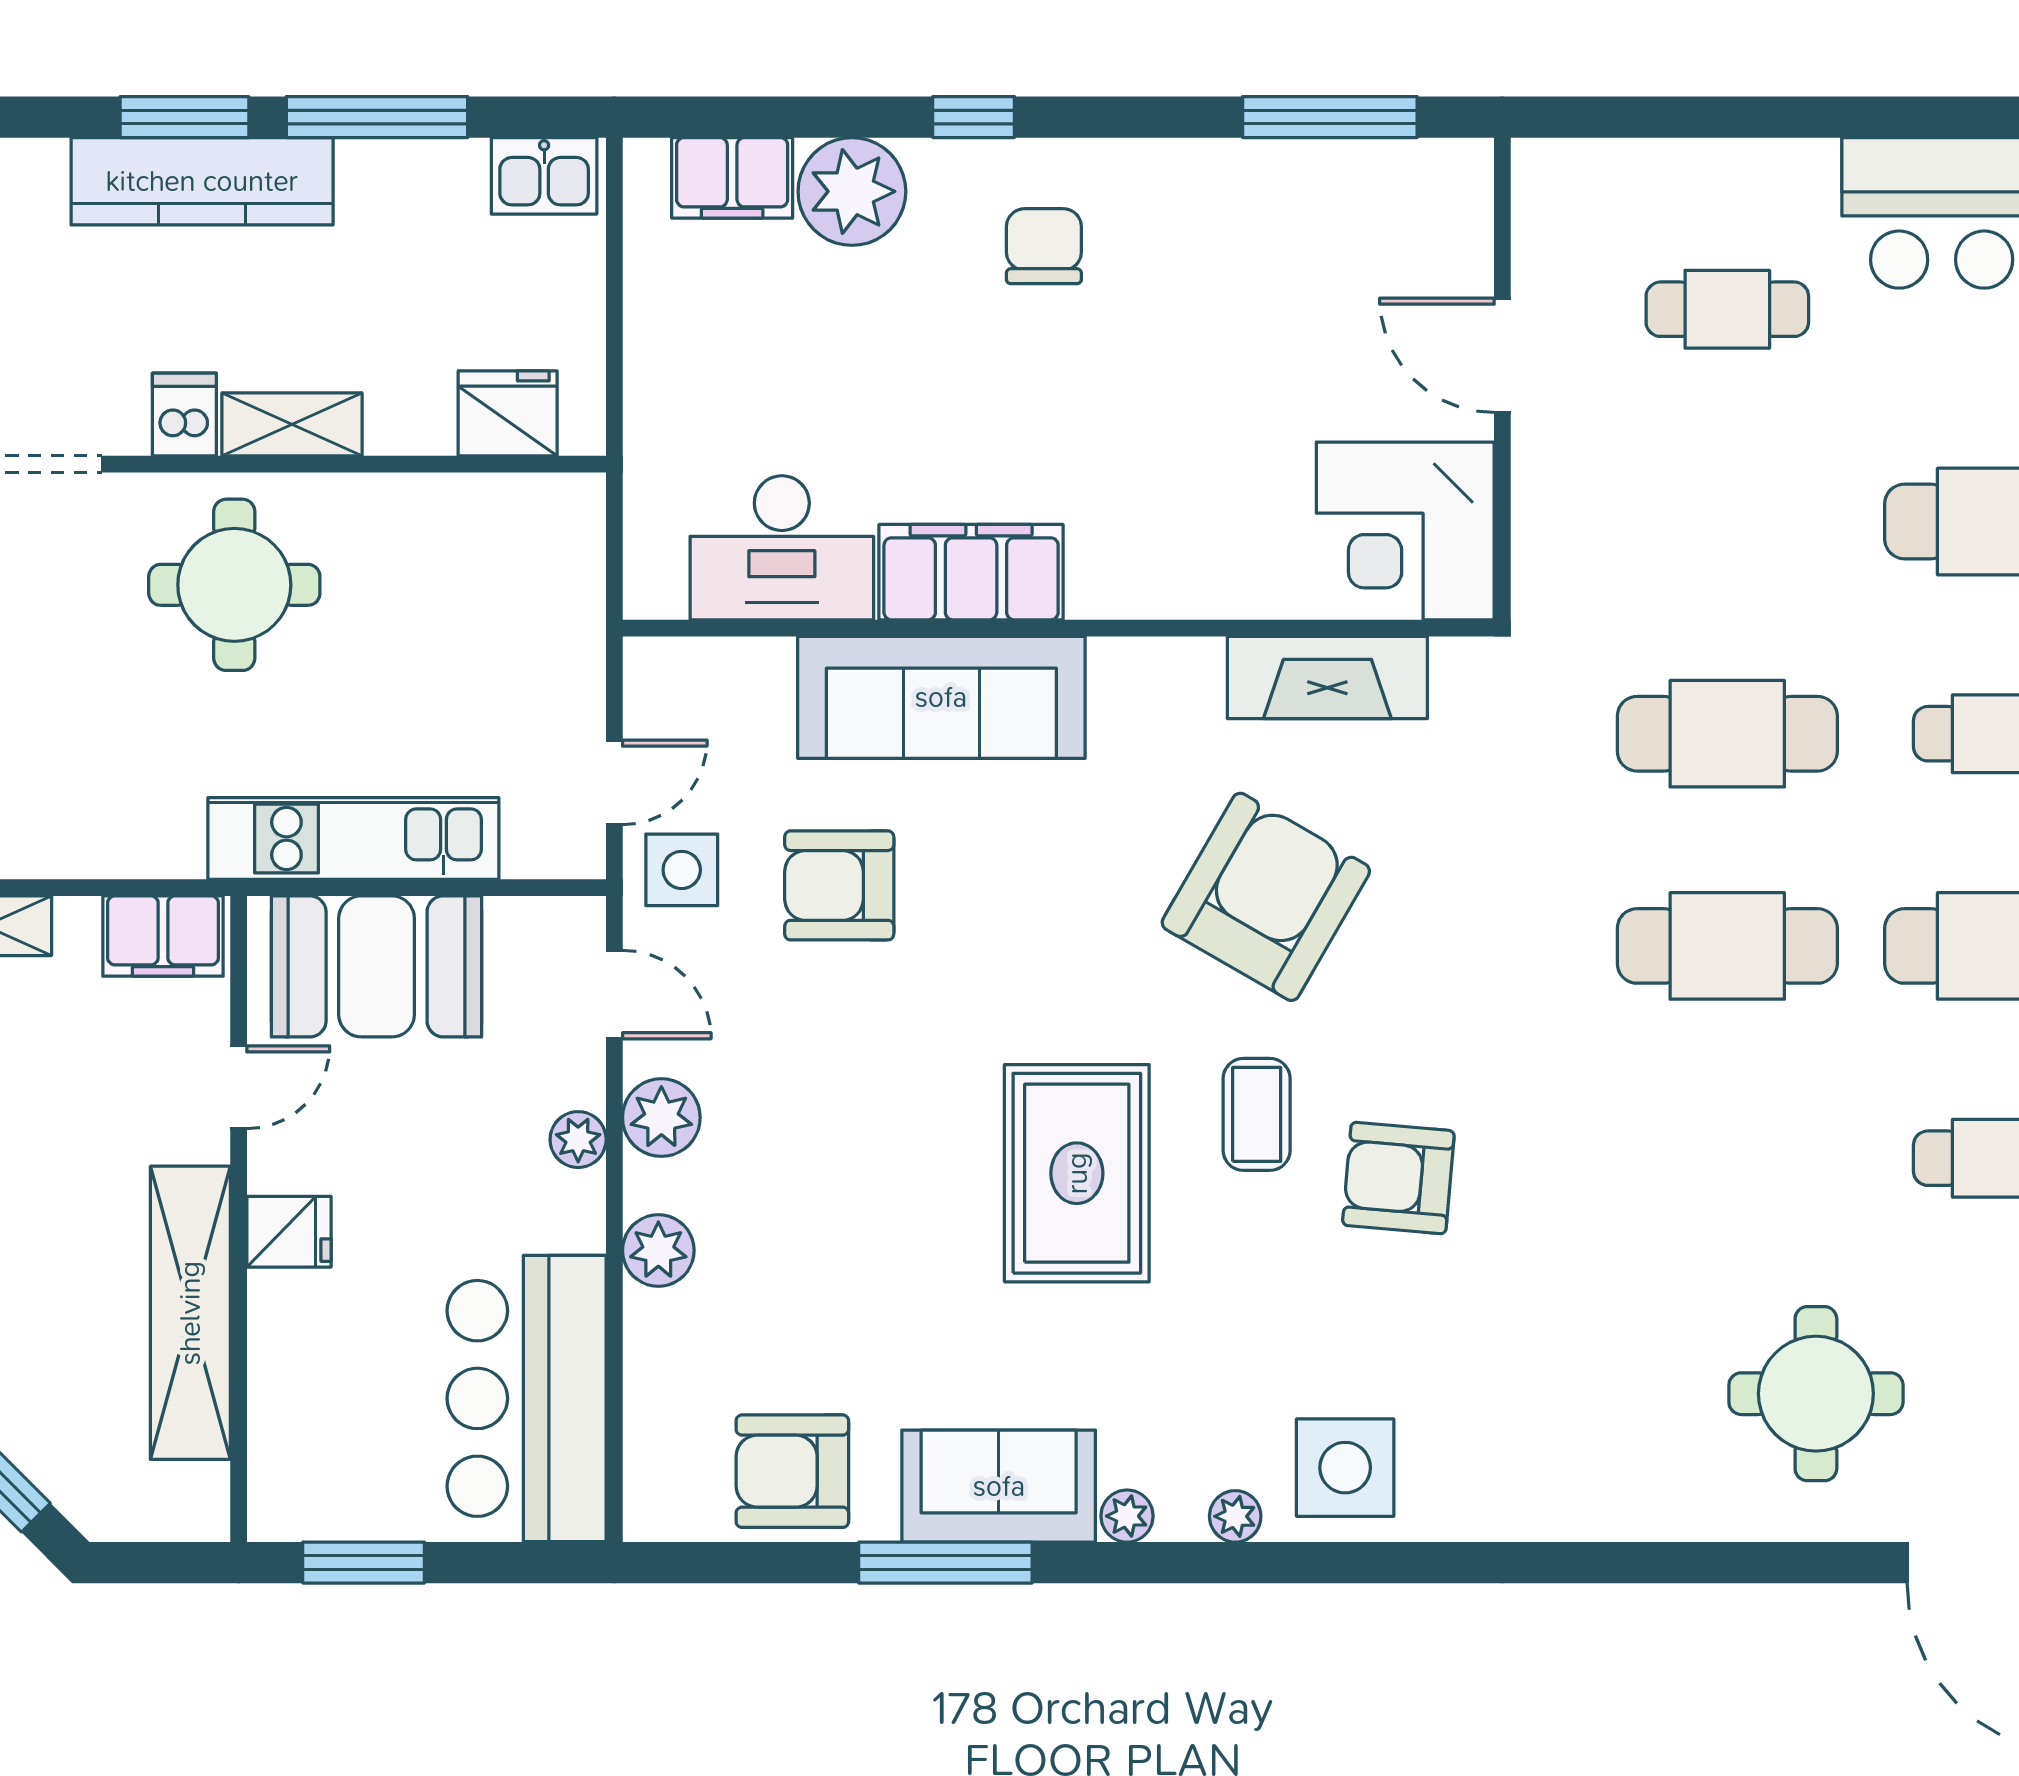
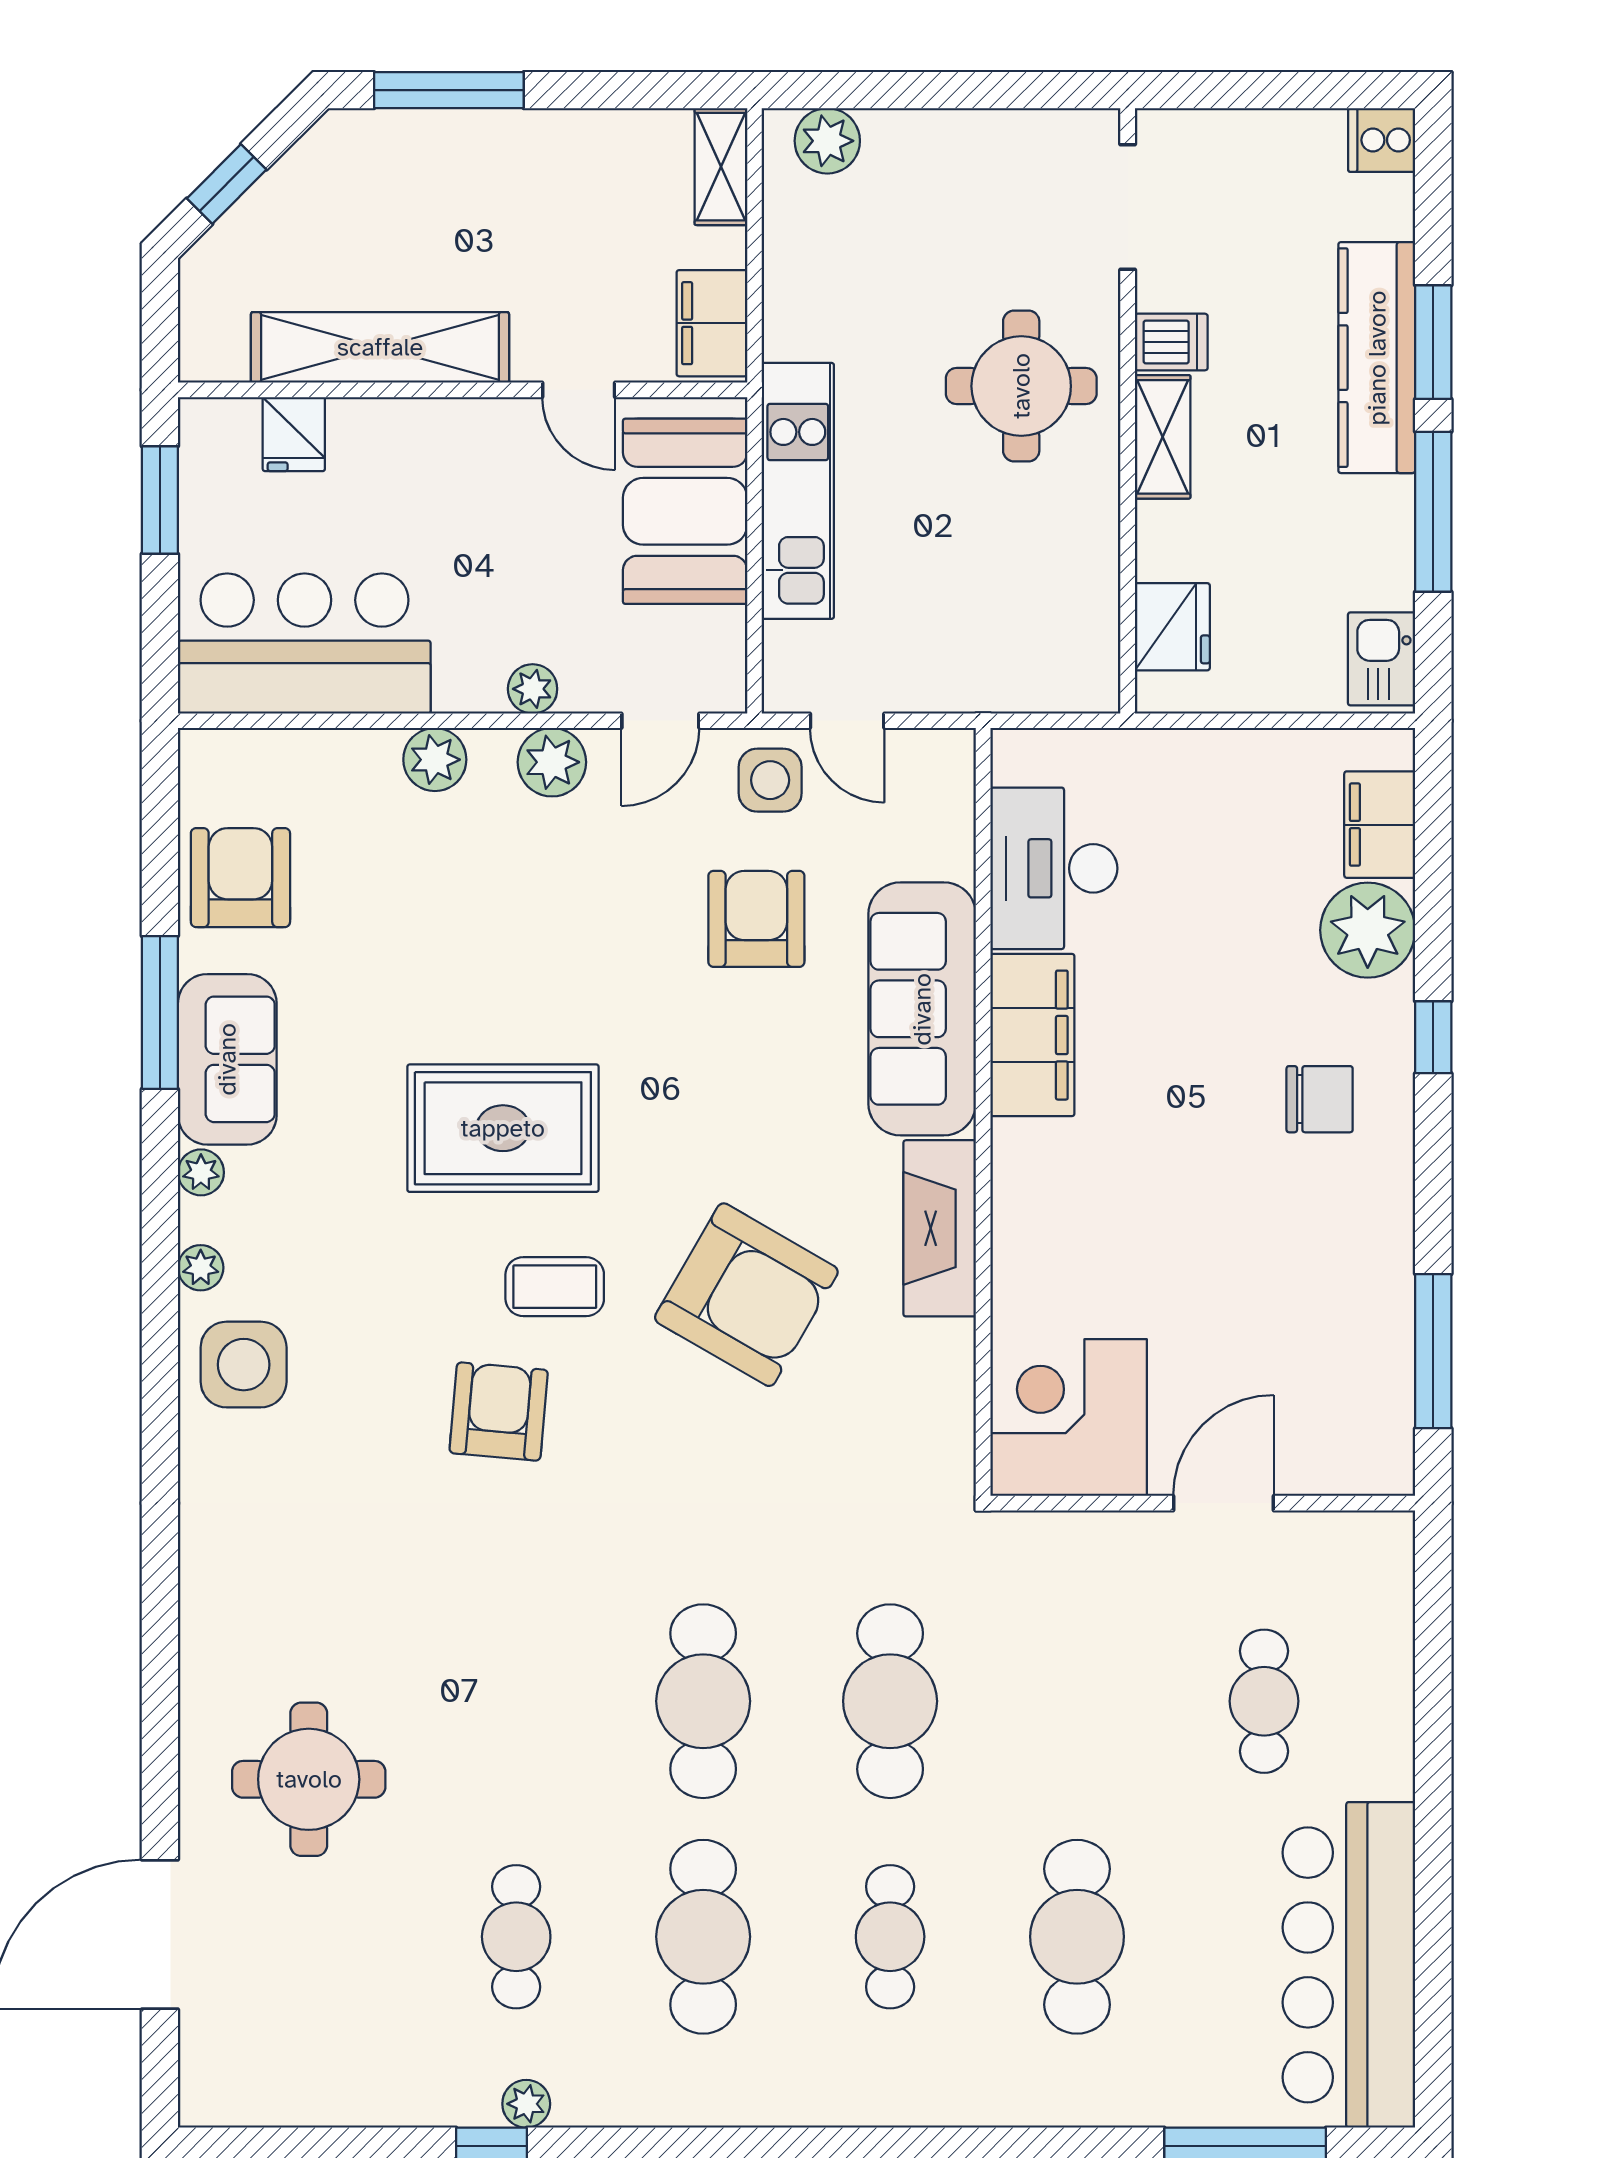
fireplace: (1327, 677) -> (940, 1228), moved
fridge: (289, 1232) -> (294, 434), moved

